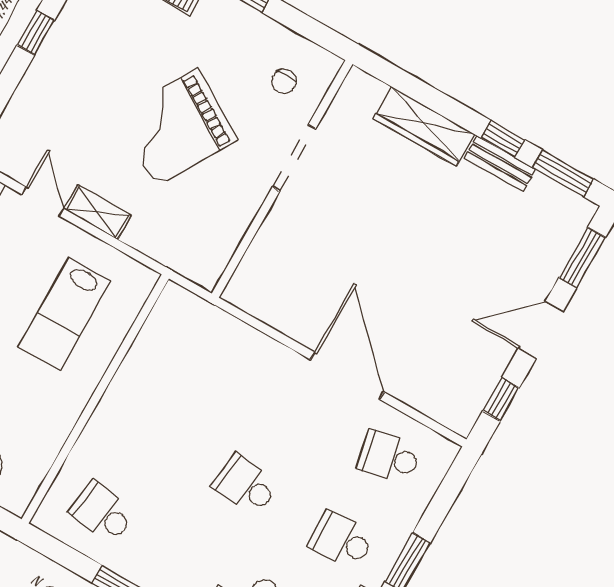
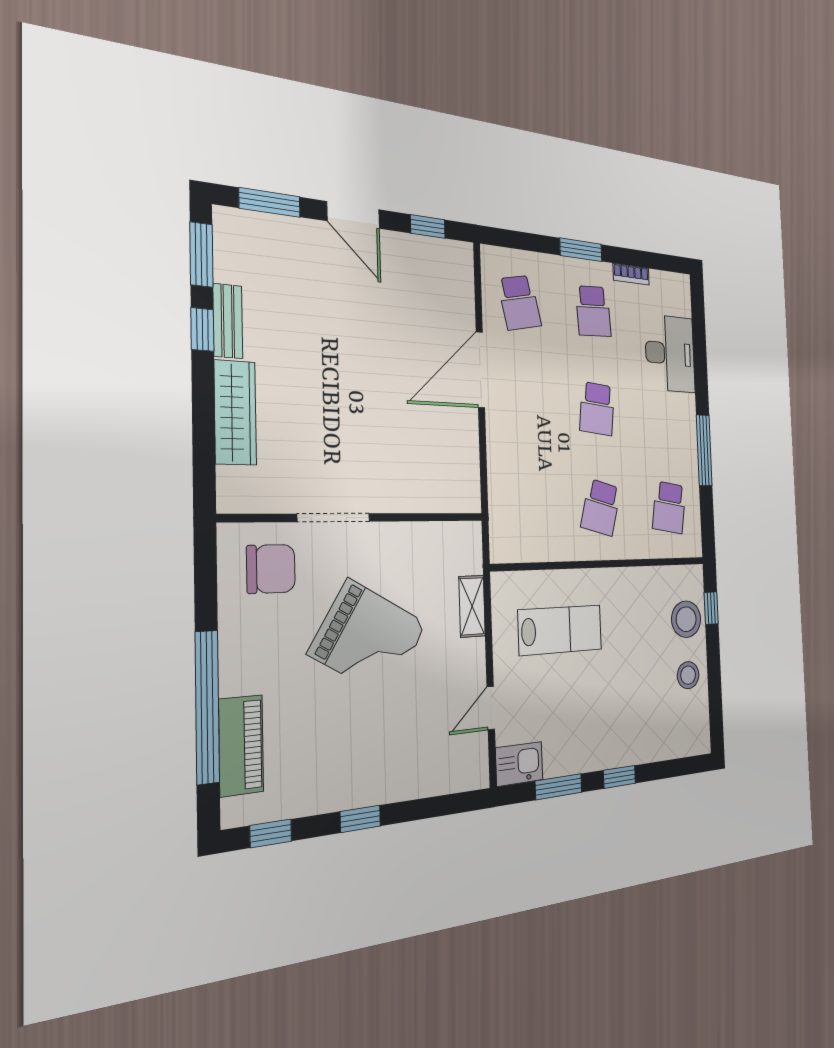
chair: (284, 81) -> (271, 569), width x1.87, depth x1.87
shelving: (98, 212) -> (472, 606), moved
school desk: (150, 430) -> (601, 507), added

